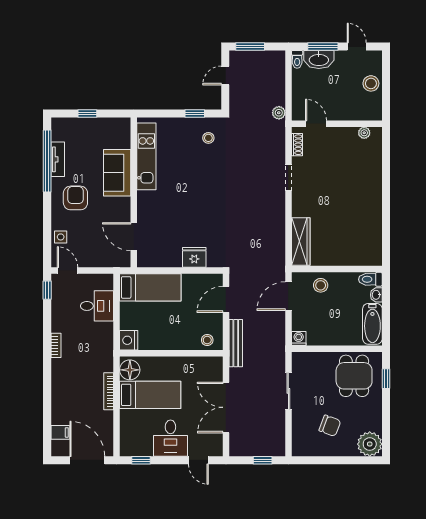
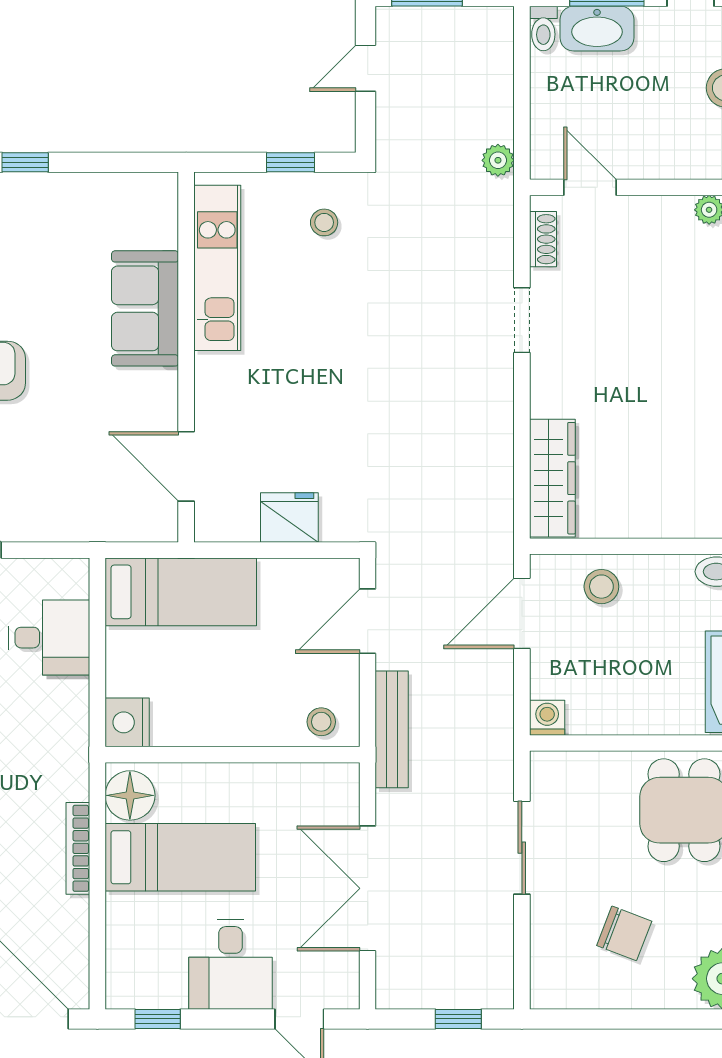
kitchen unit: (146, 156) -> (217, 268), moved
sofa: (117, 173) -> (145, 308), moved
wall: (134, 192) -> (186, 357), moved
door: (134, 237) -> (186, 466), moved

